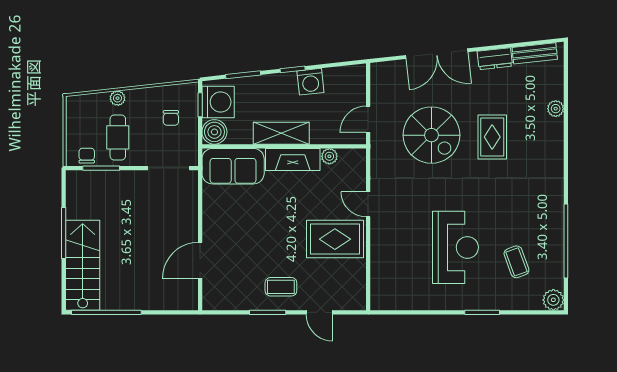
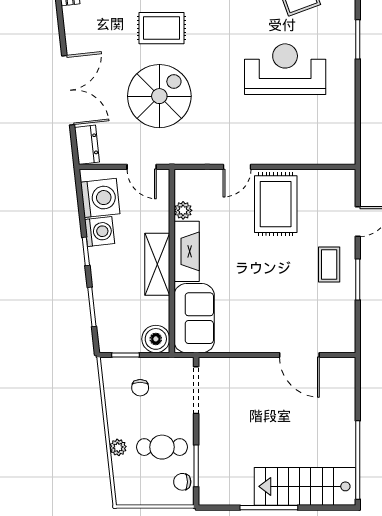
dresser: (495, 59) -> (87, 145), moved
washing machine: (218, 102) -> (100, 198), moved, turned 84
chair: (171, 118) -> (140, 388), turned 90

